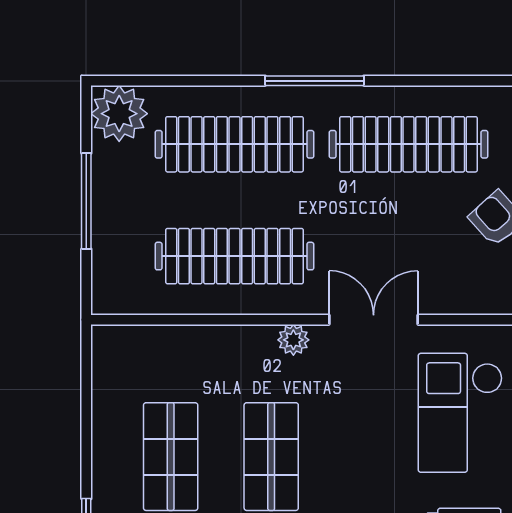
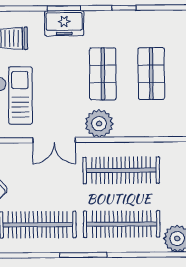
plant: (293, 340) -> (99, 124), width x1.87, depth x1.87

